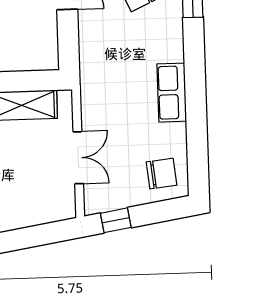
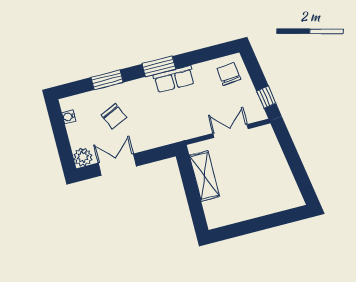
window: (195, 75) -> (159, 66), added

